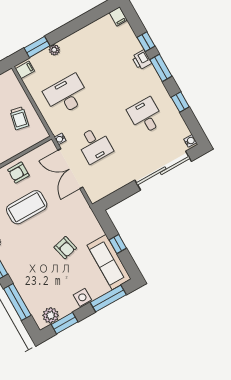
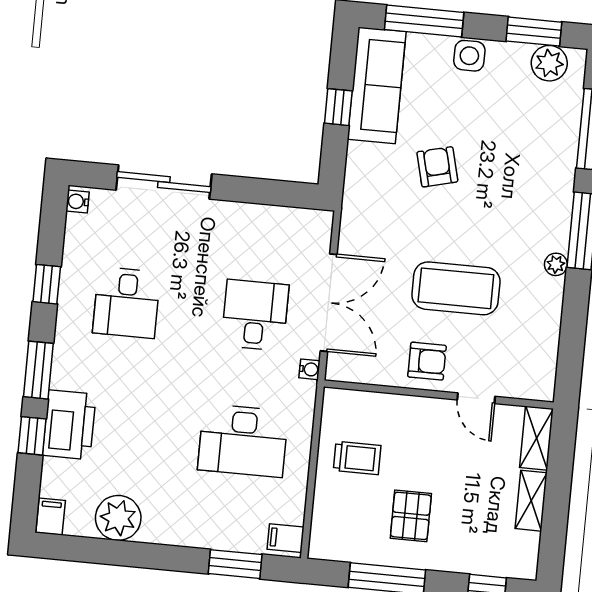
plant: (54, 50) -> (118, 518), moved, width x1.88, depth x1.88
printer: (142, 60) -> (69, 425), width x1.87, depth x1.48
trolley: (19, 118) -> (357, 458), turned 78
sliding door: (163, 171) -> (164, 182), width x0.73

